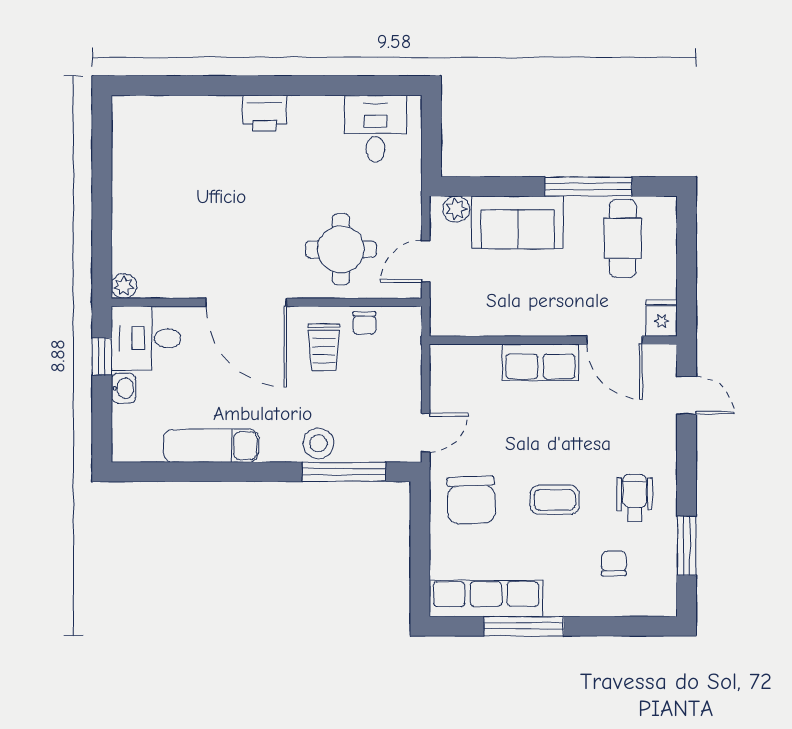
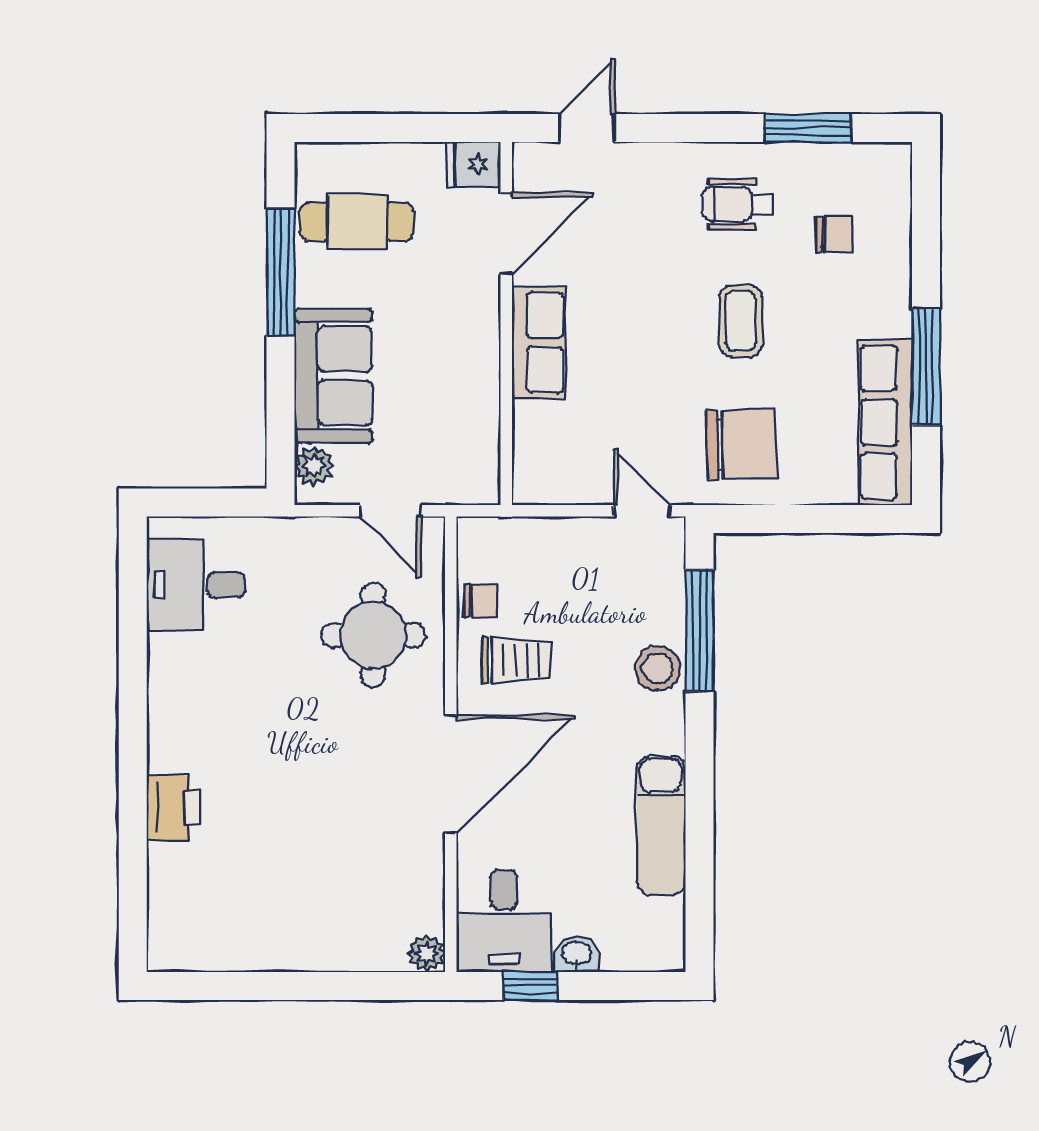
printer: (265, 113) -> (173, 808), moved
chair: (614, 564) -> (834, 235), turned 180

